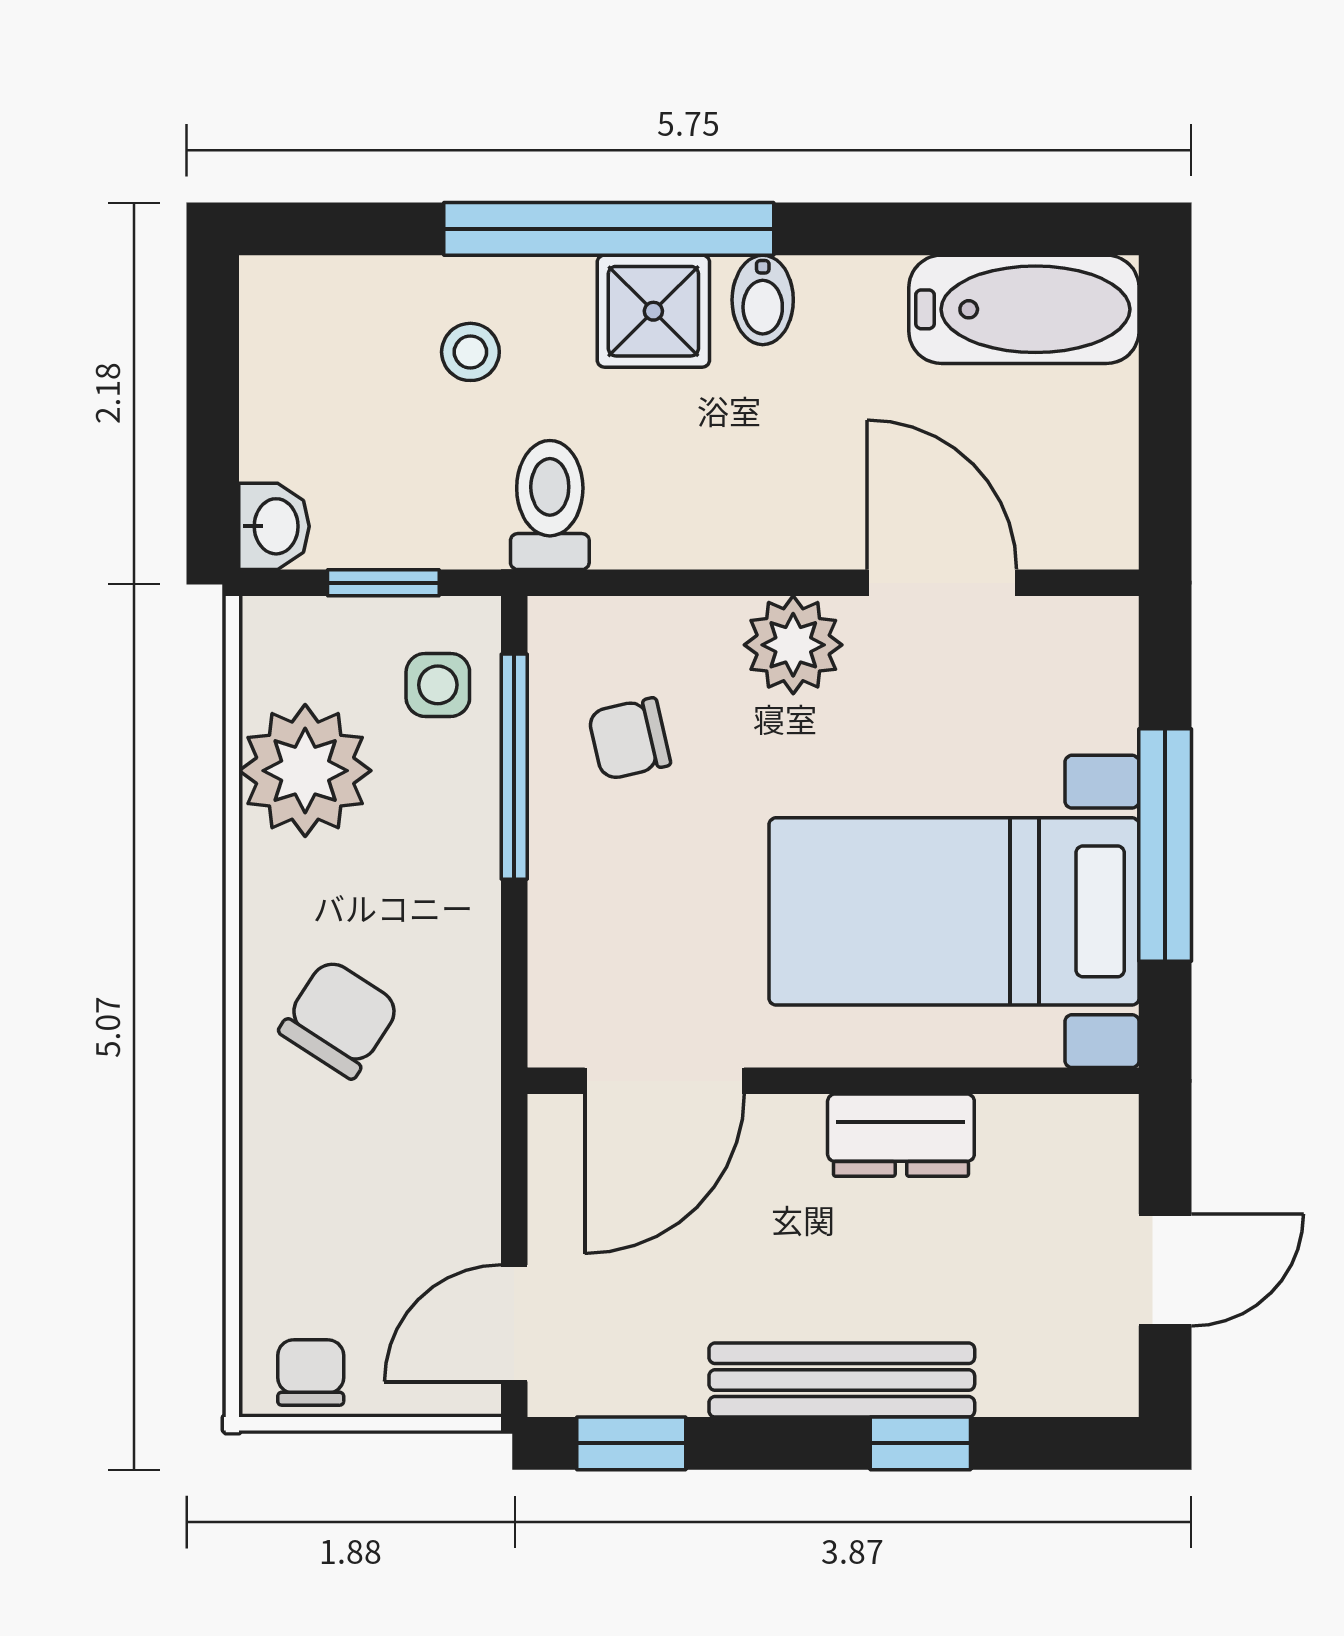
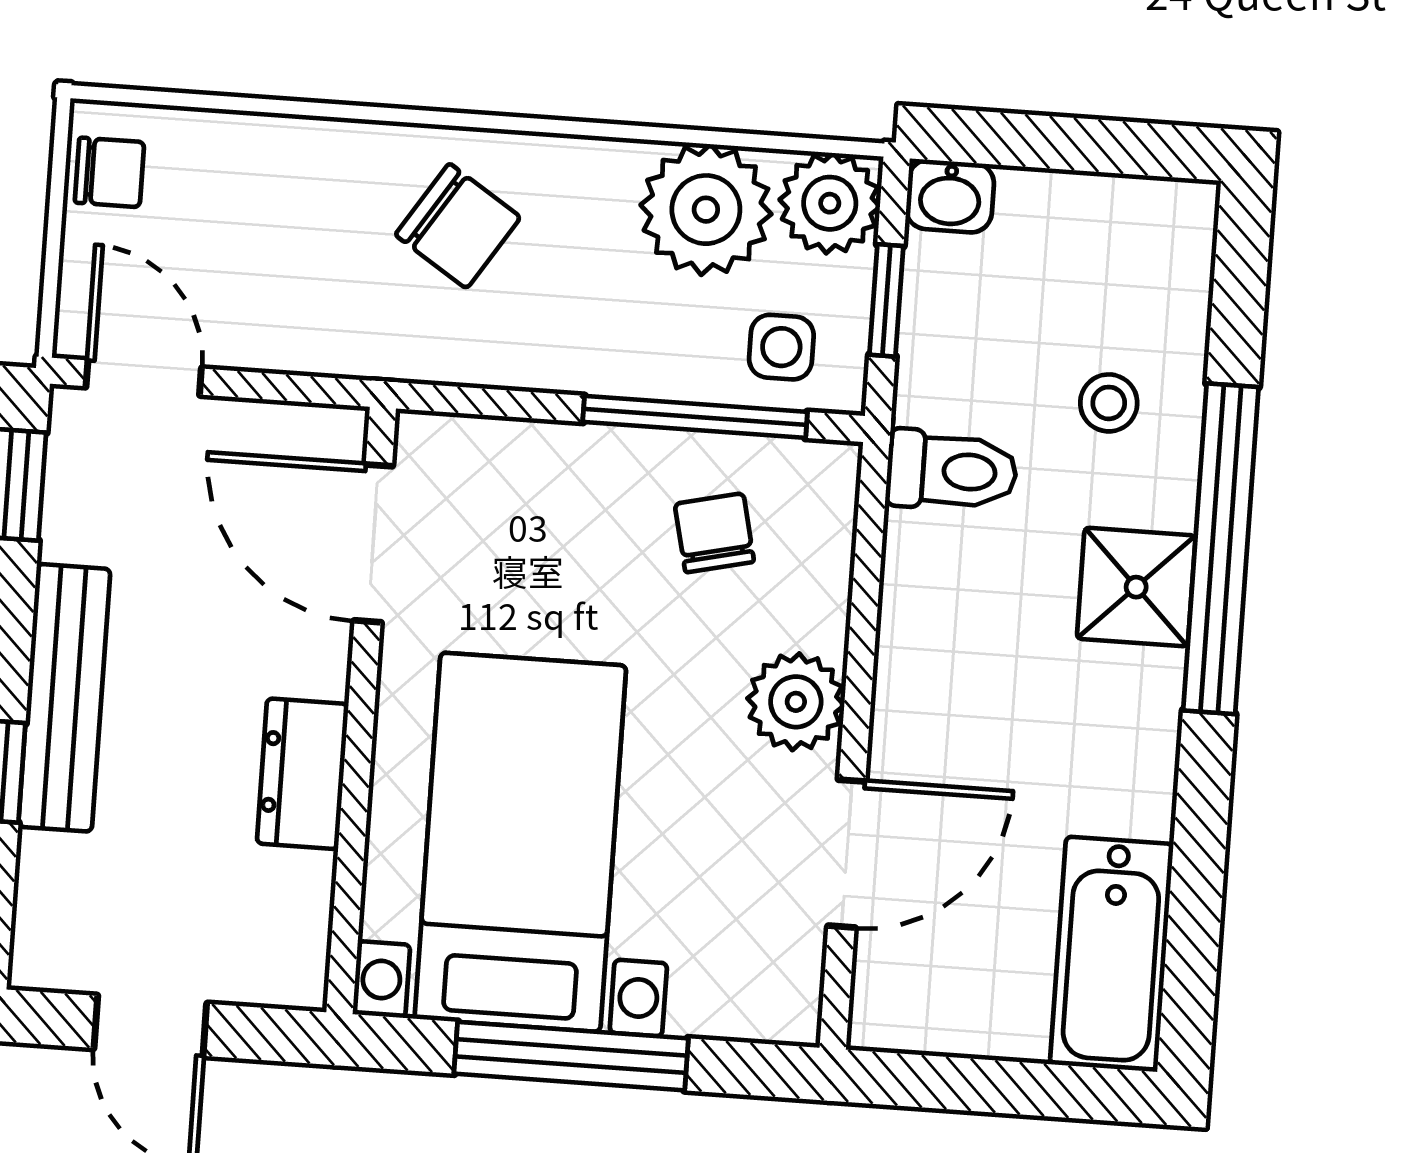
bidet: (763, 300) -> (1140, 696), removed
plant: (290, 647) -> (830, 203), added

